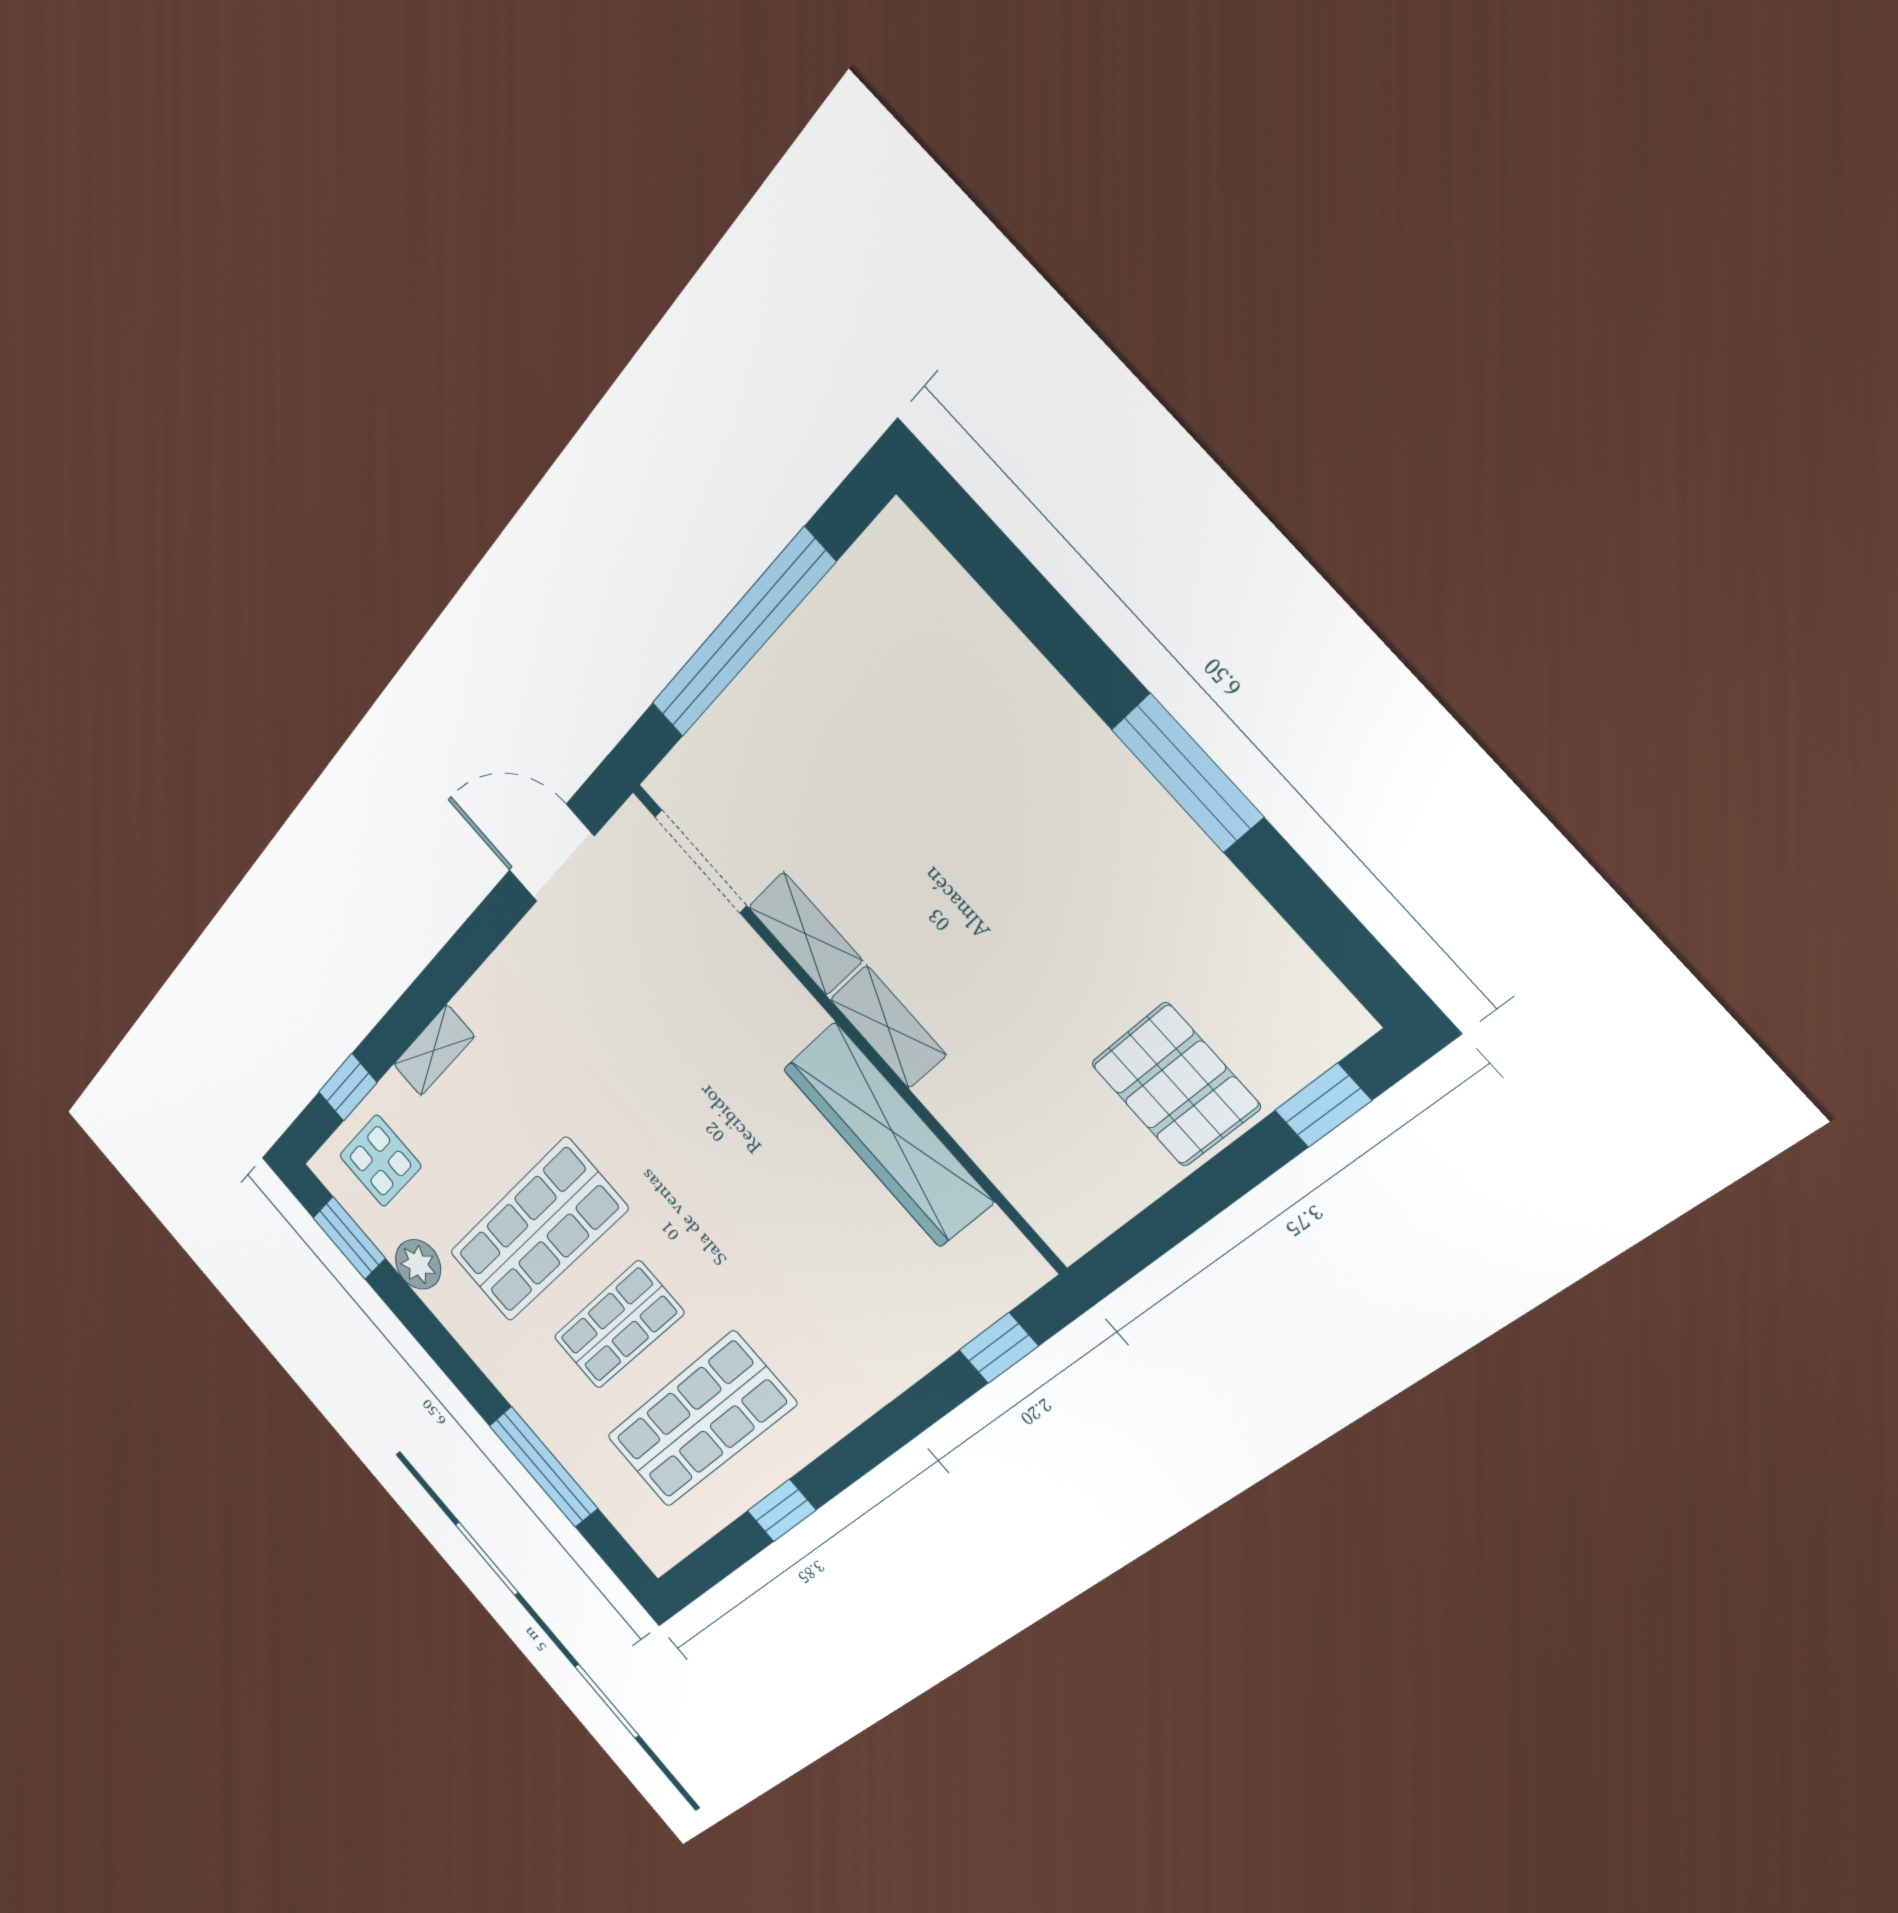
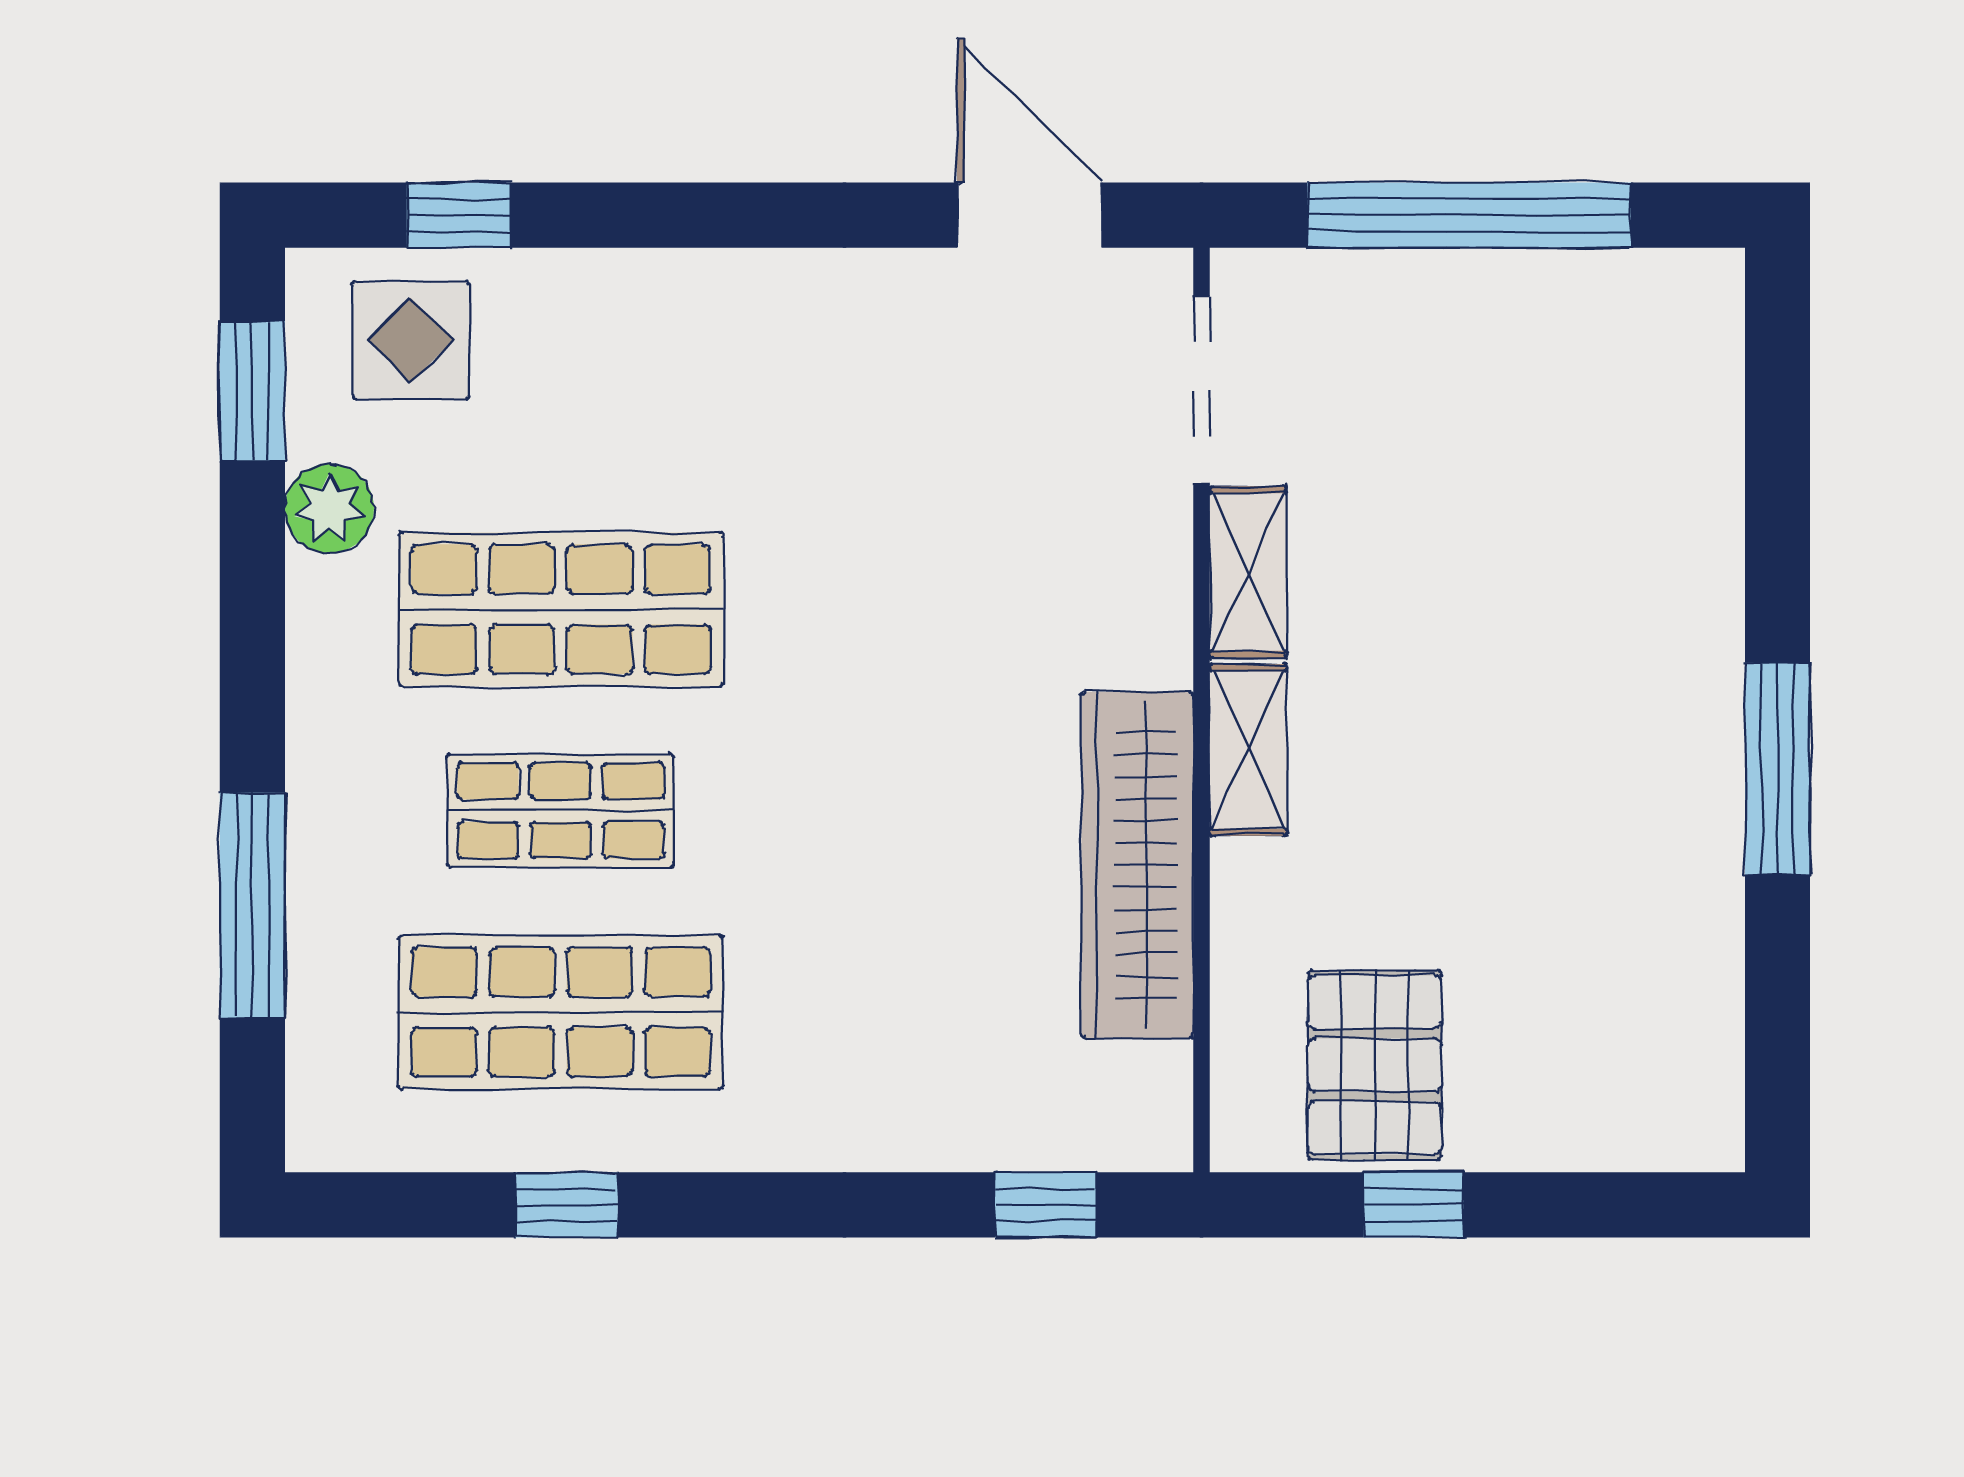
shelving: (434, 1050) -> (637, 282), removed
pallet: (1175, 1085) -> (1375, 1065), moved
window: (1323, 1105) -> (1414, 1205), moved

